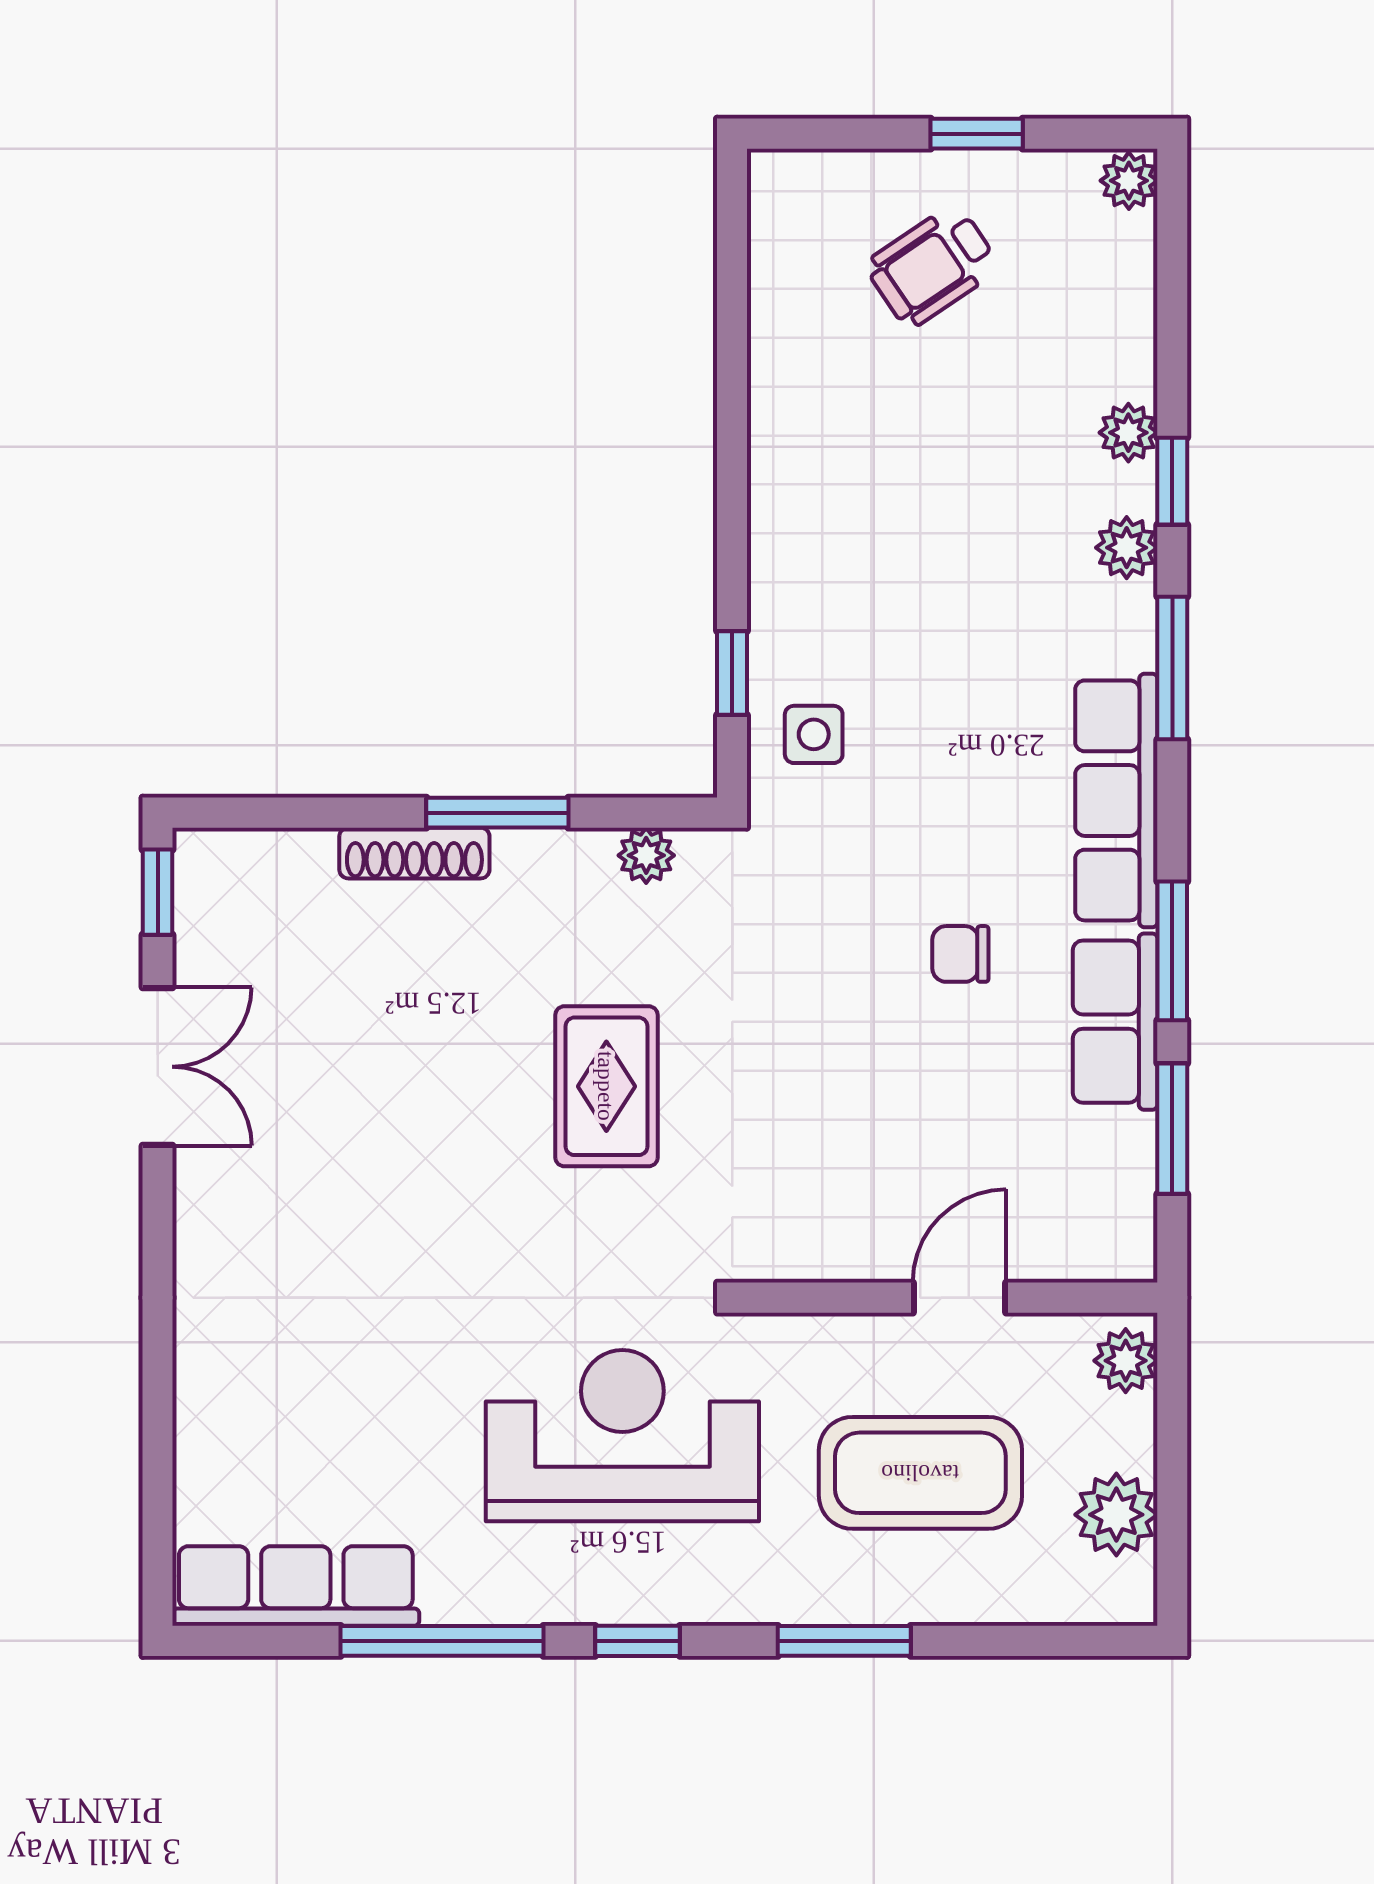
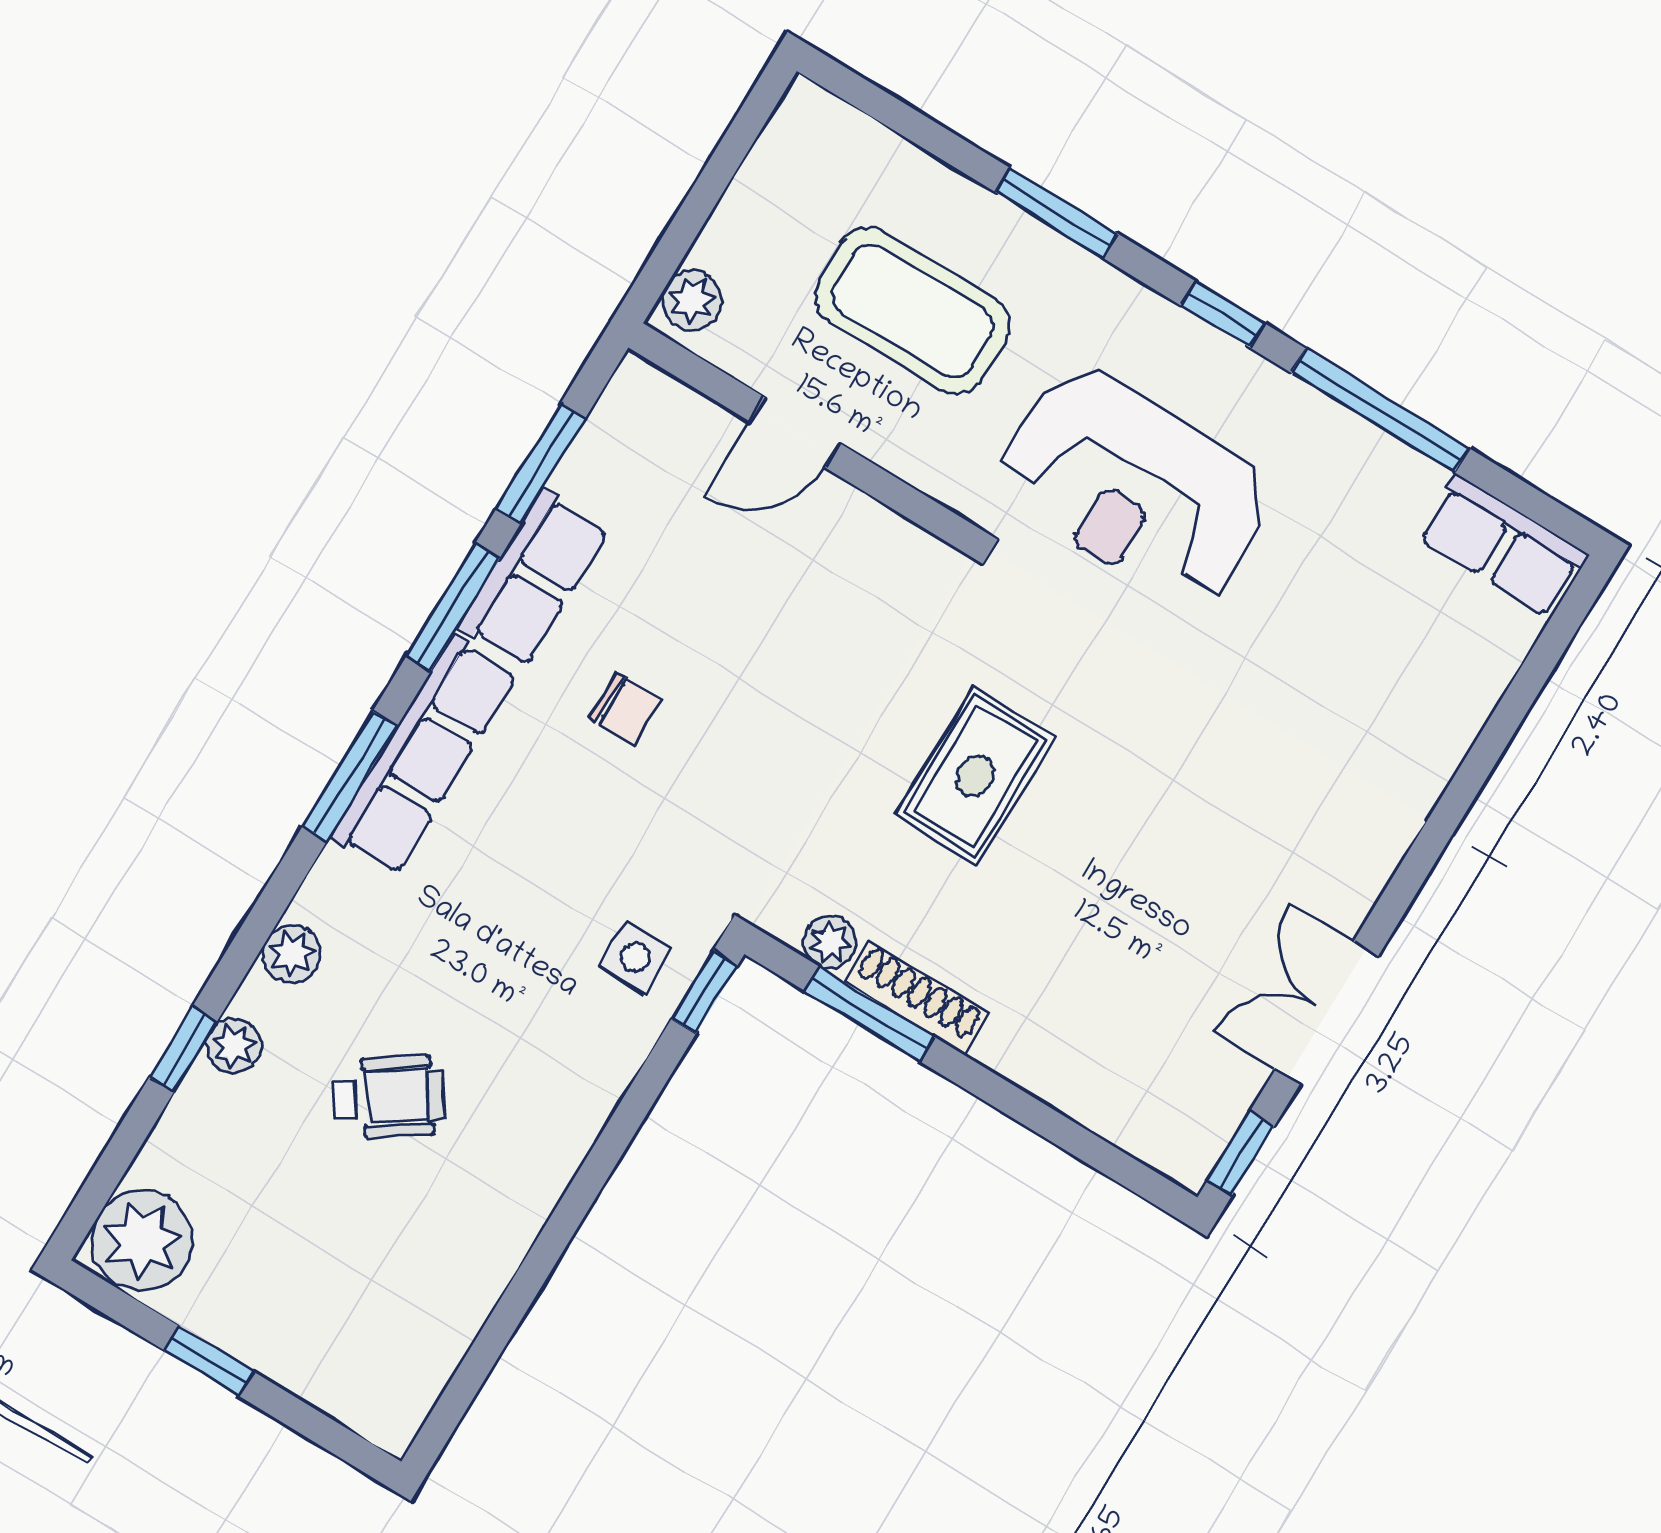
plant: (1129, 181) -> (142, 1241), width x1.88, depth x1.88
wheelchair: (932, 266) -> (389, 1097), moved
window: (1172, 481) -> (183, 1050), moved
window: (1172, 668) -> (350, 776), moved
window: (732, 673) -> (704, 992), moved
window: (497, 813) -> (869, 1014), moved
shoe rack: (414, 853) -> (916, 998), moved
plant: (1116, 1515) -> (775, 181), removed
row of seats: (296, 1586) -> (1503, 546), width x0.68

